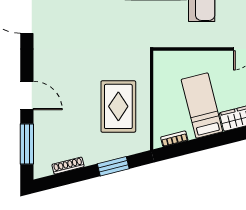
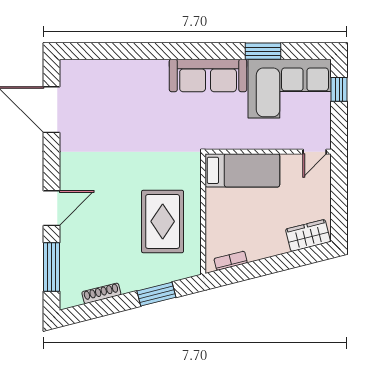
door: (27, 96) -> (51, 208), hinge flipped
bed: (202, 106) -> (242, 170), moved, turned 104

